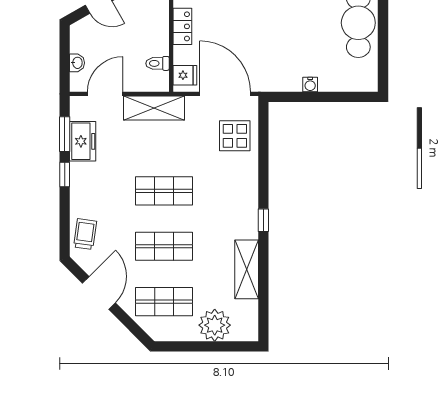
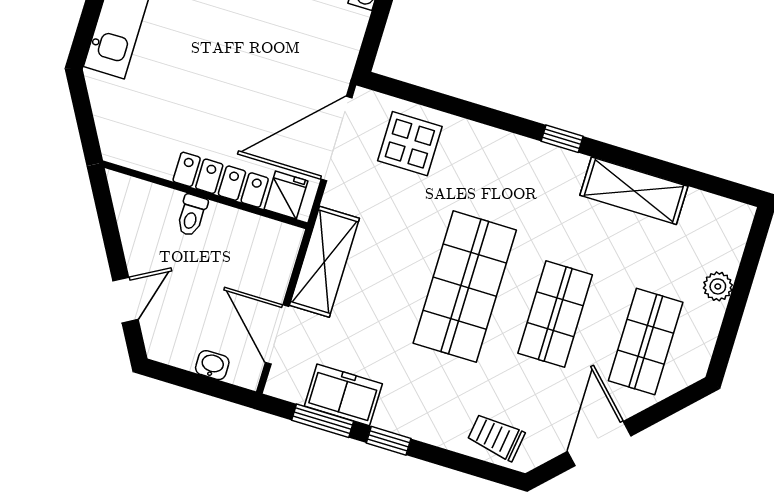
locker: (182, 26) -> (221, 180), width x1.53
toilet: (158, 63) -> (192, 215), moved
shop shelf: (164, 191) -> (465, 287), width x1.43, depth x1.36
door: (99, 293) -> (599, 444), hinge flipped
plant: (215, 325) -> (718, 286), width x0.53, depth x0.53

